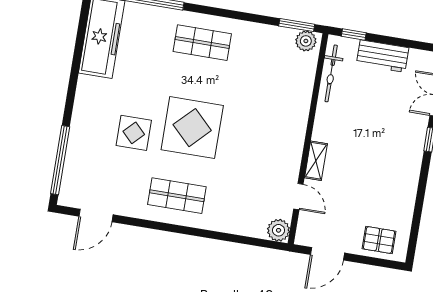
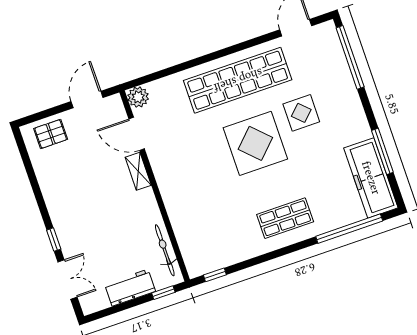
window: (297, 25) -> (215, 275), width x0.67
plant: (306, 41) -> (200, 266), removed
window: (77, 56) -> (382, 151), added
shop shelf: (177, 196) -> (238, 80), width x2.00, depth x1.36
door: (298, 197) -> (137, 134), width x1.38

